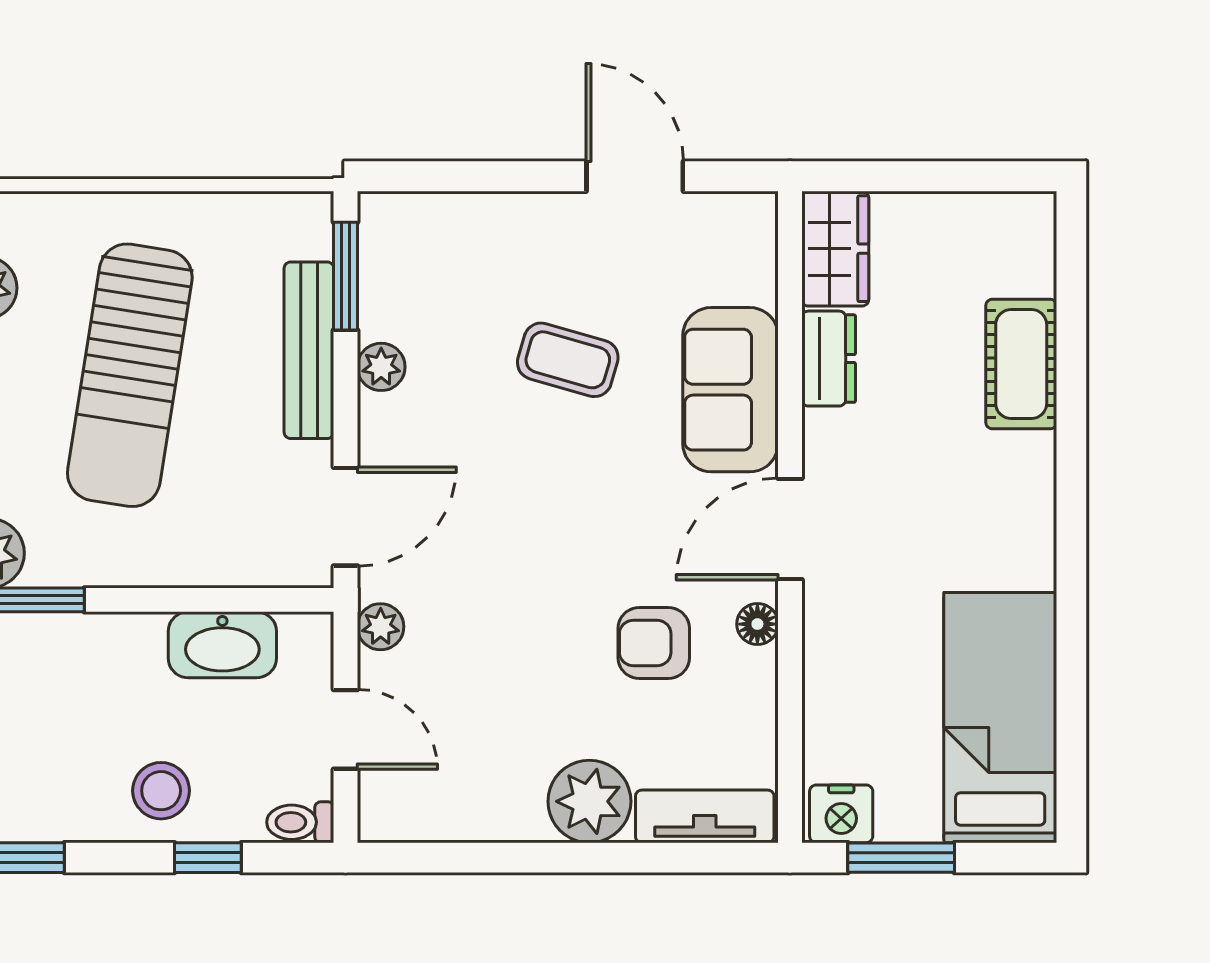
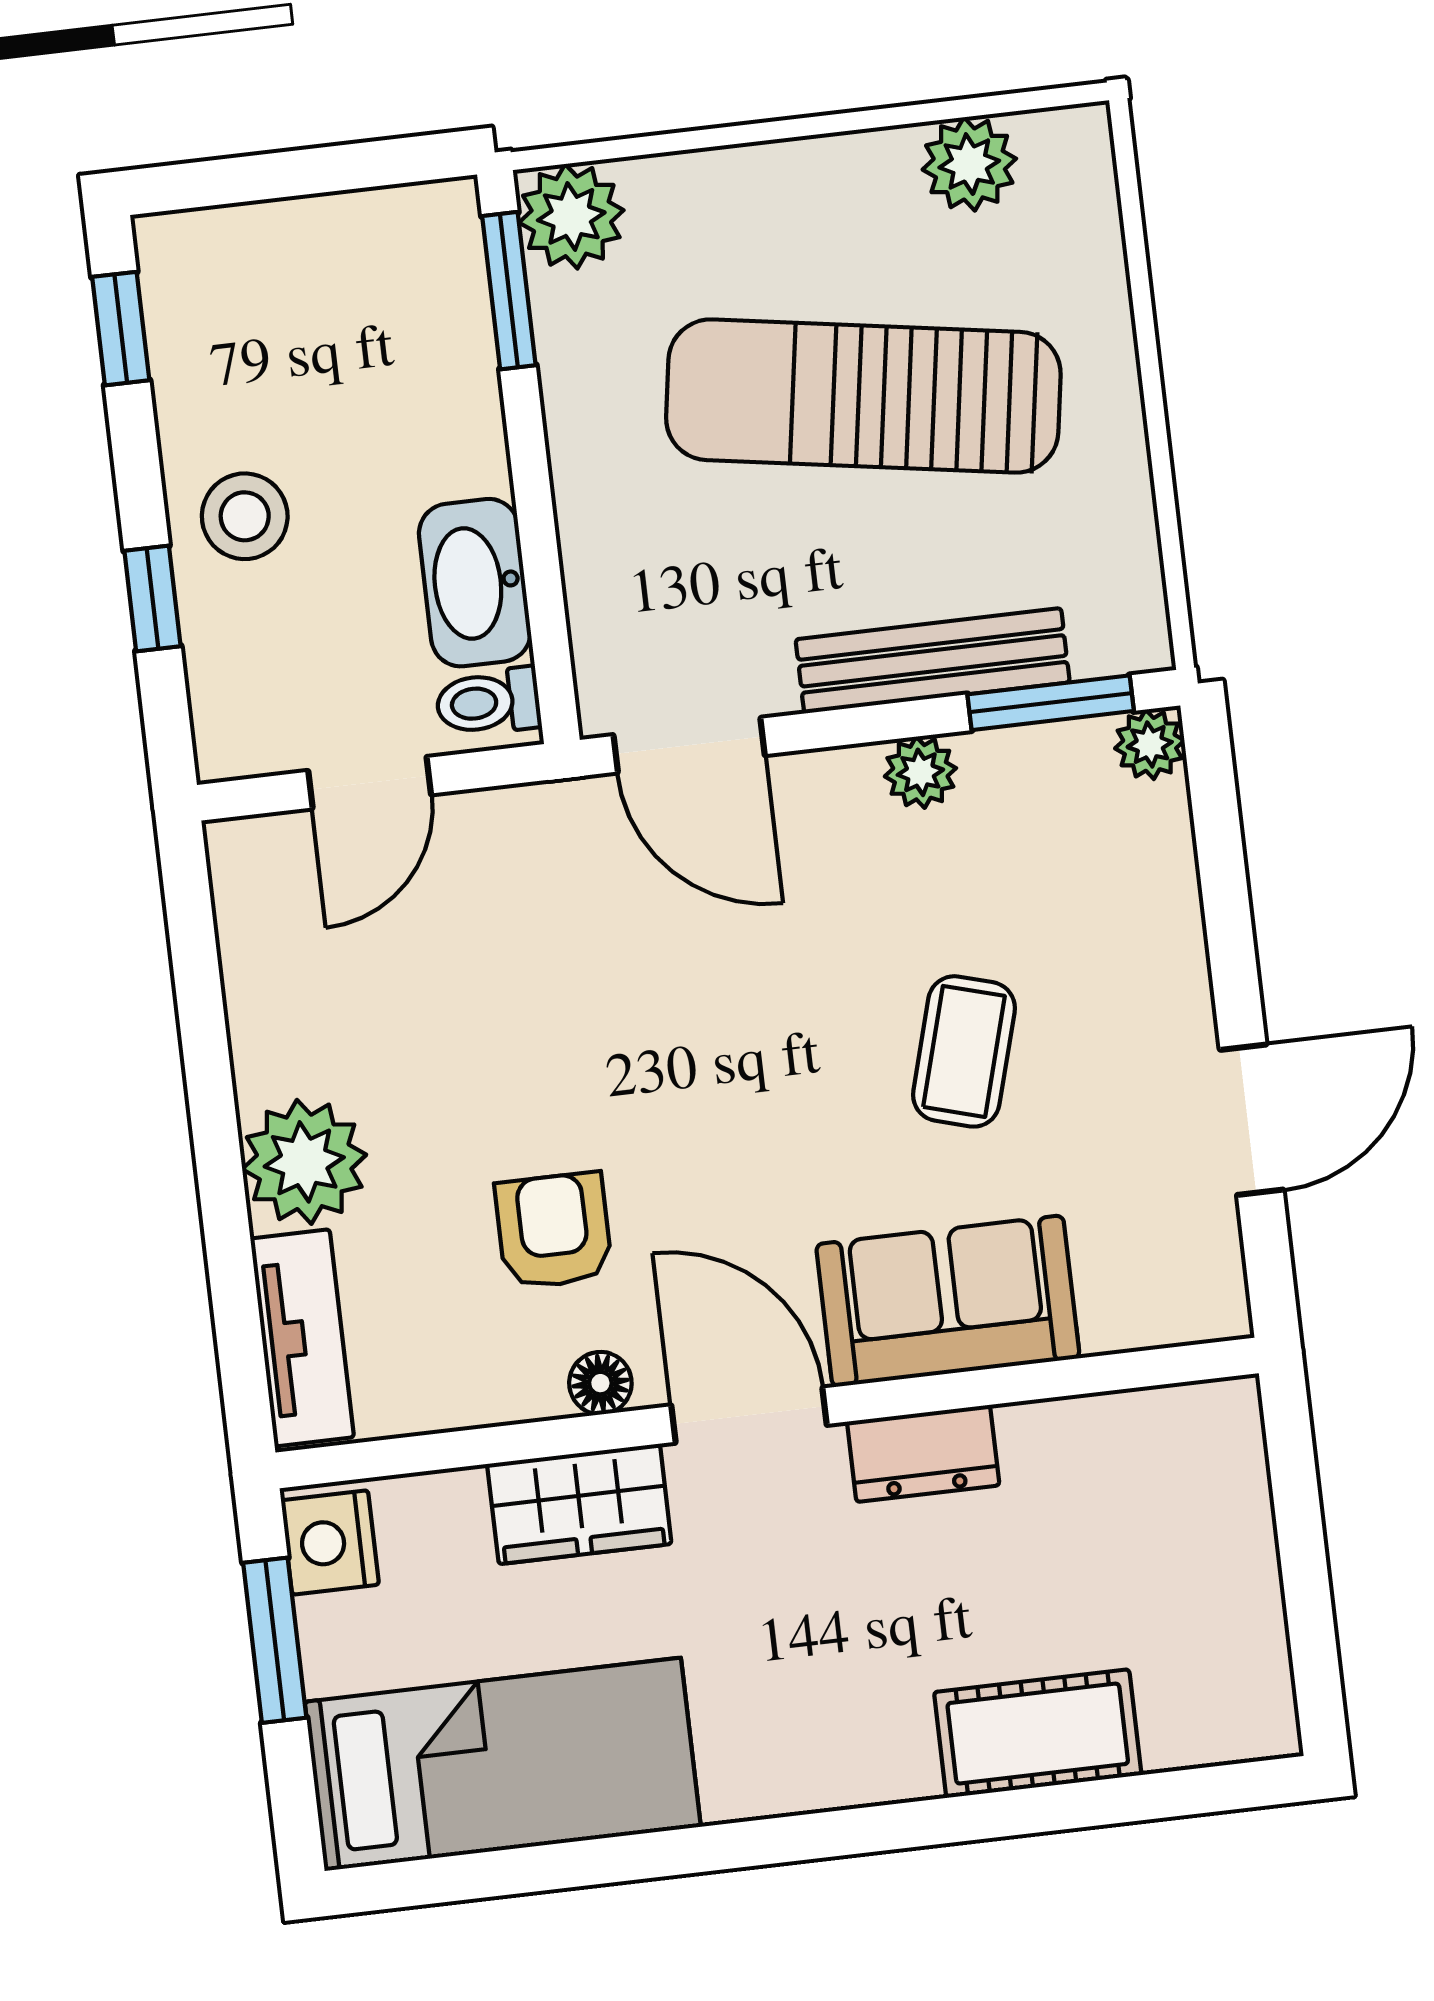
wardrobe: (835, 249) -> (579, 1504), moved
dresser: (829, 359) -> (923, 1453), moved
plant: (381, 627) -> (1150, 744), moved
toilet: (300, 822) -> (488, 702), moved, turned -90

